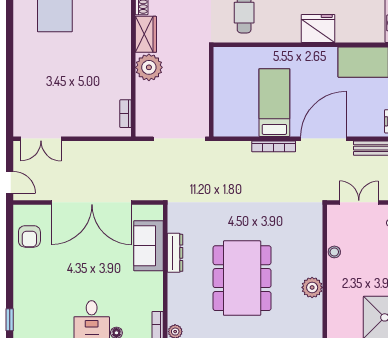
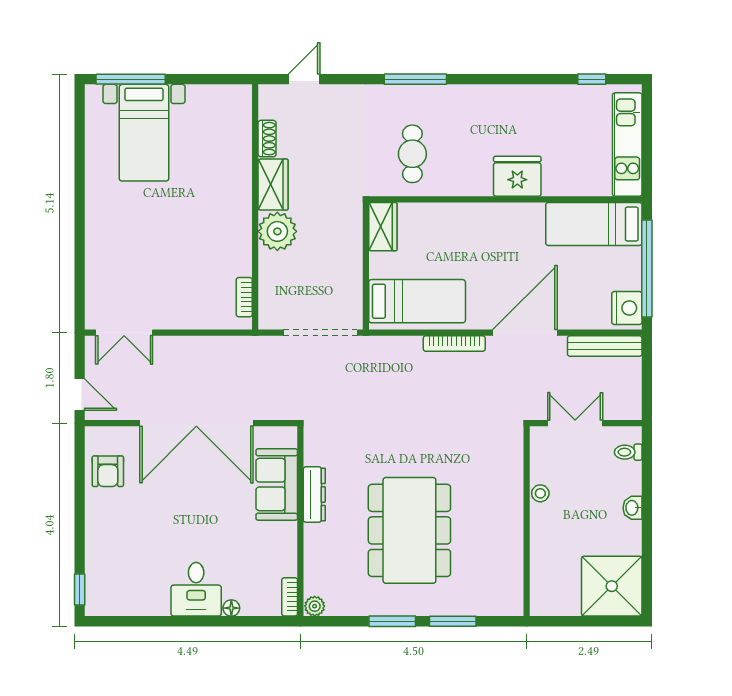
wardrobe: (223, 64) -> (383, 227), added
bed: (274, 103) -> (417, 301), moved, turned 90
plant: (312, 287) -> (509, 544), removed

